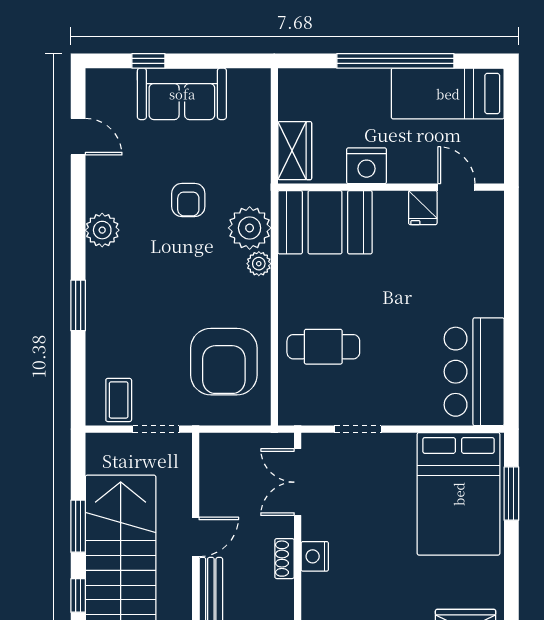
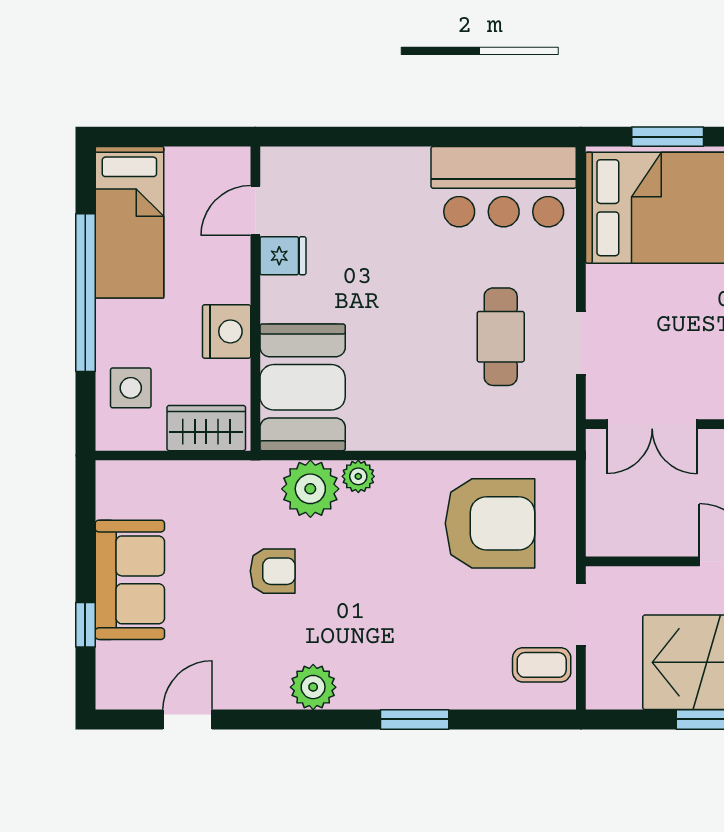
side table: (325, 94) -> (131, 388), added
cafe table: (323, 347) -> (501, 337), moved

